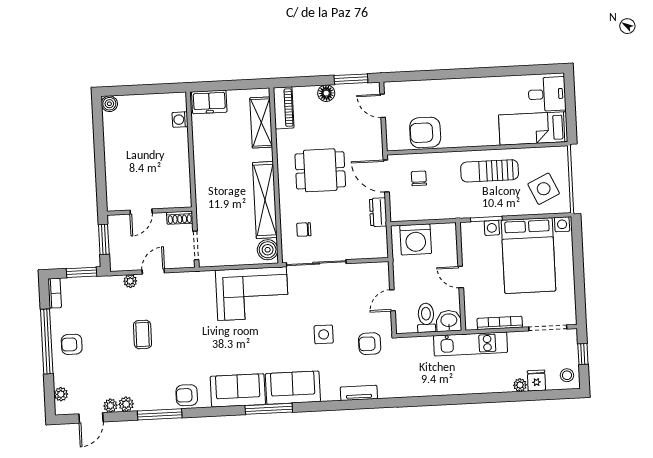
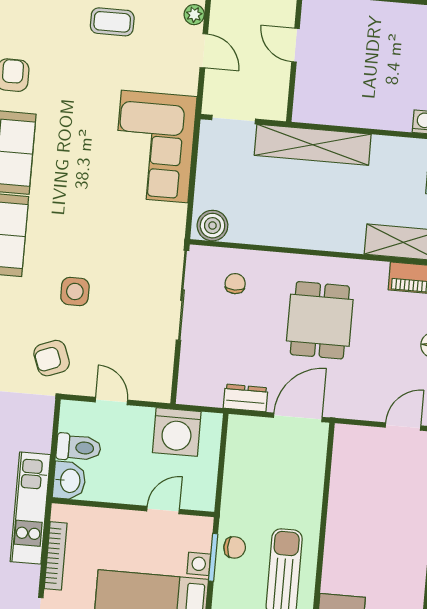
armchair: (425, 132) -> (355, 484), removed
chair: (419, 178) -> (235, 547), moved
shelving: (265, 200) -> (313, 145), moved
shoe rack: (180, 218) -> (278, 101), removed
washing machine: (416, 239) -> (177, 432), moved, turned -90
door: (461, 277) -> (163, 510), moved
corner sofa: (252, 294) -> (155, 147), moved
armchair: (370, 344) -> (52, 358), turned -111

